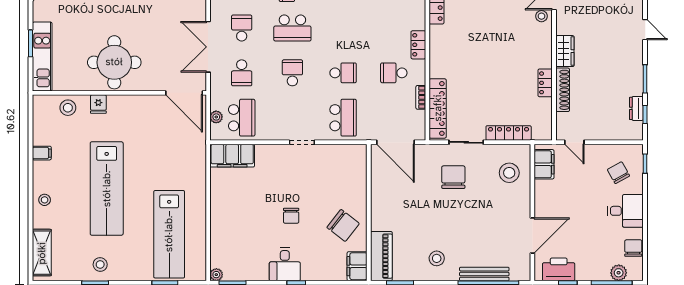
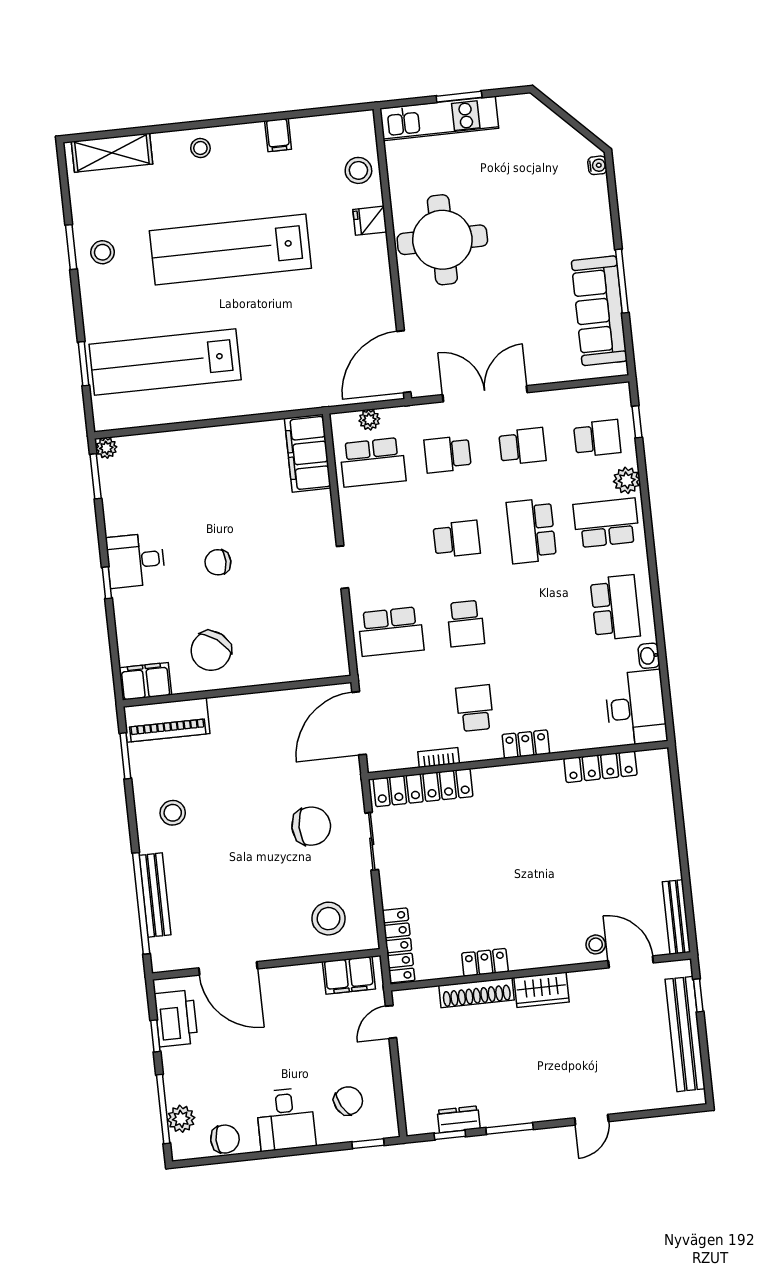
locker: (509, 133) -> (399, 945), moved

